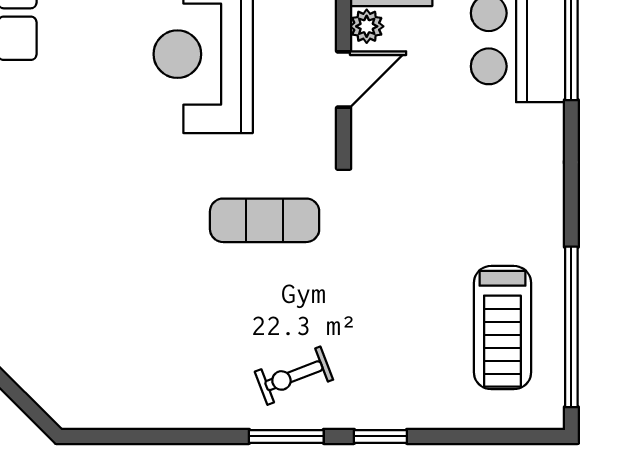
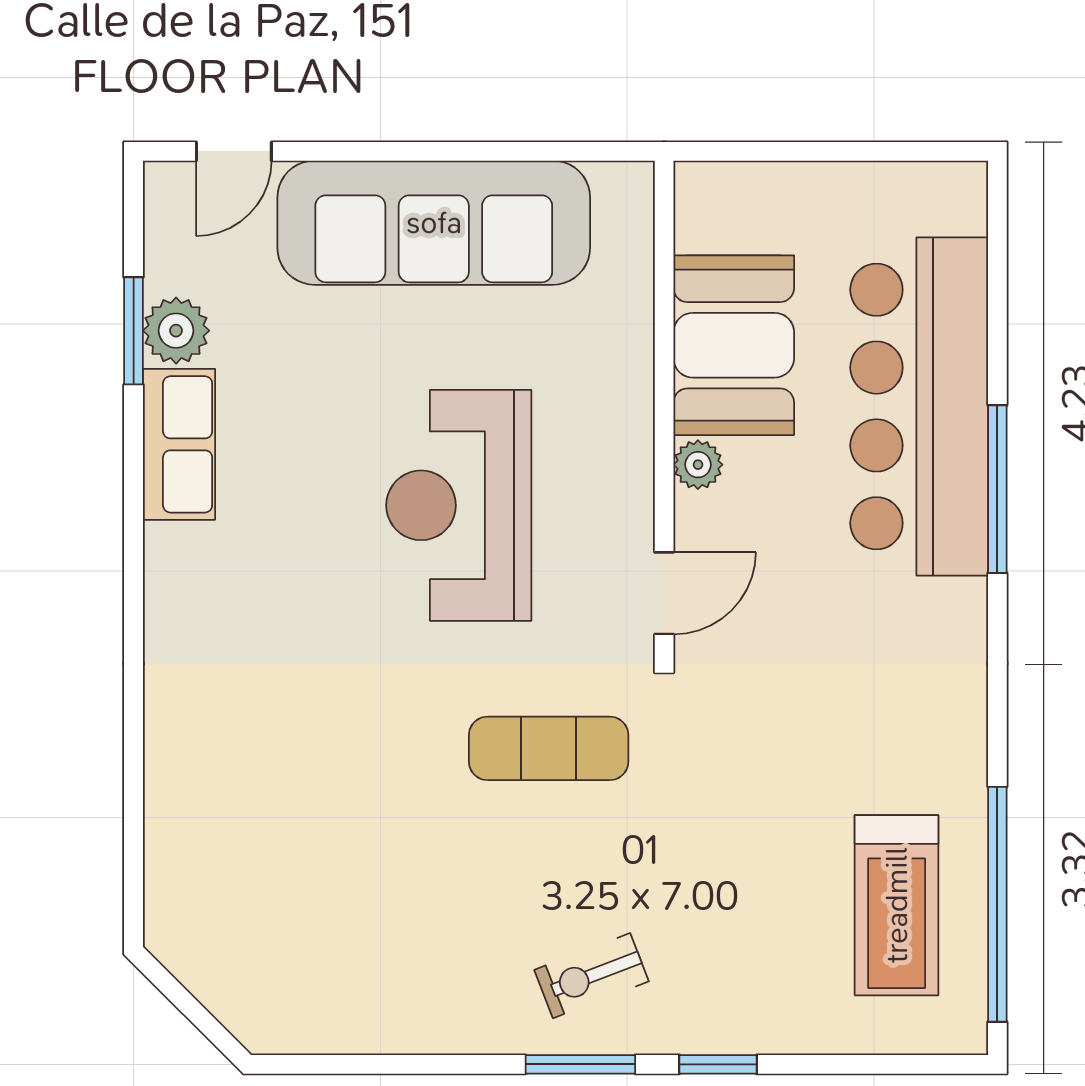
door: (344, 79) -> (664, 593), moved

